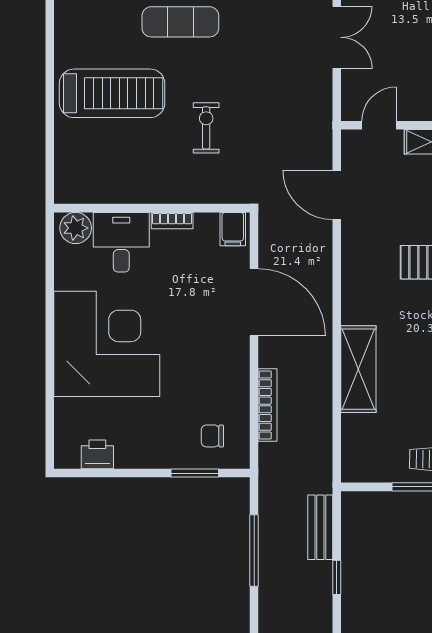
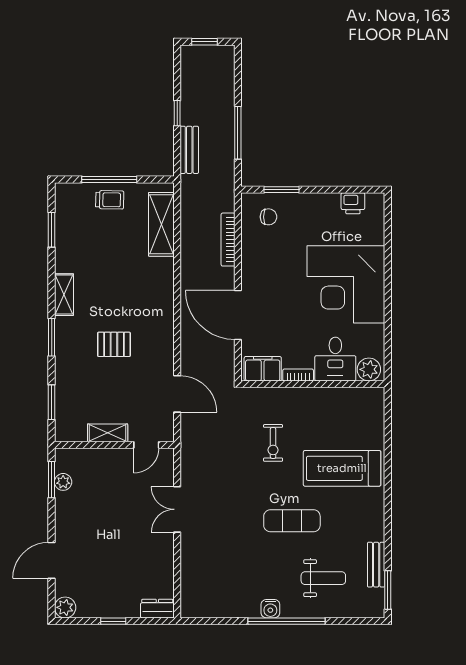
filing cabinet: (233, 229) -> (263, 369), width x2.00
shelving: (358, 369) -> (161, 224), moved

